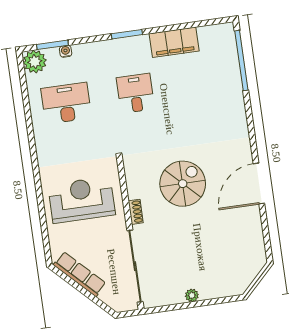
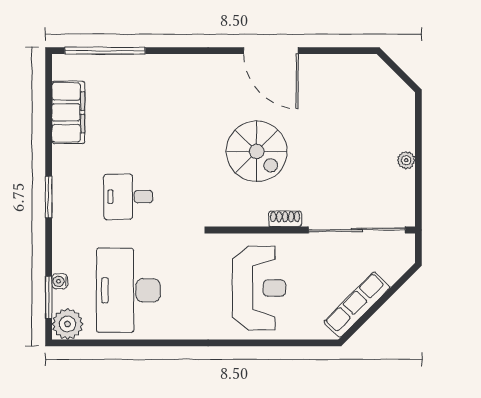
filing cabinet: (174, 42) -> (68, 112), moved
desk: (66, 103) -> (128, 290), width x1.36, depth x1.30
spiral stairs: (183, 184) -> (257, 151), turned 180
reception desk: (82, 200) -> (259, 288), turned 180

